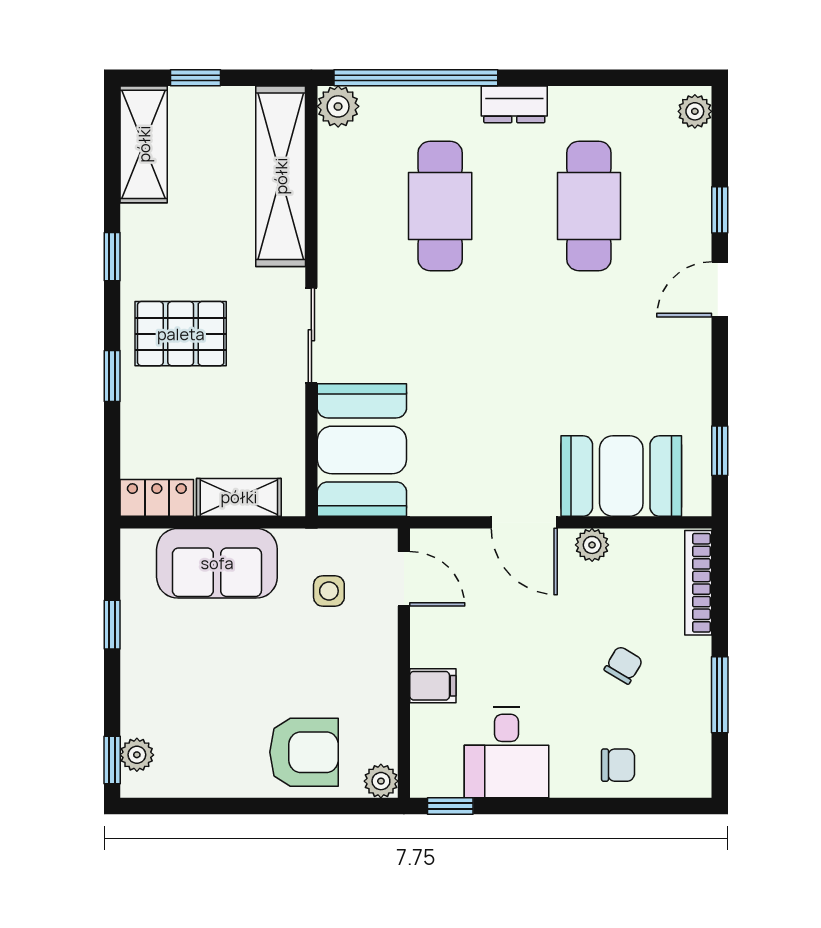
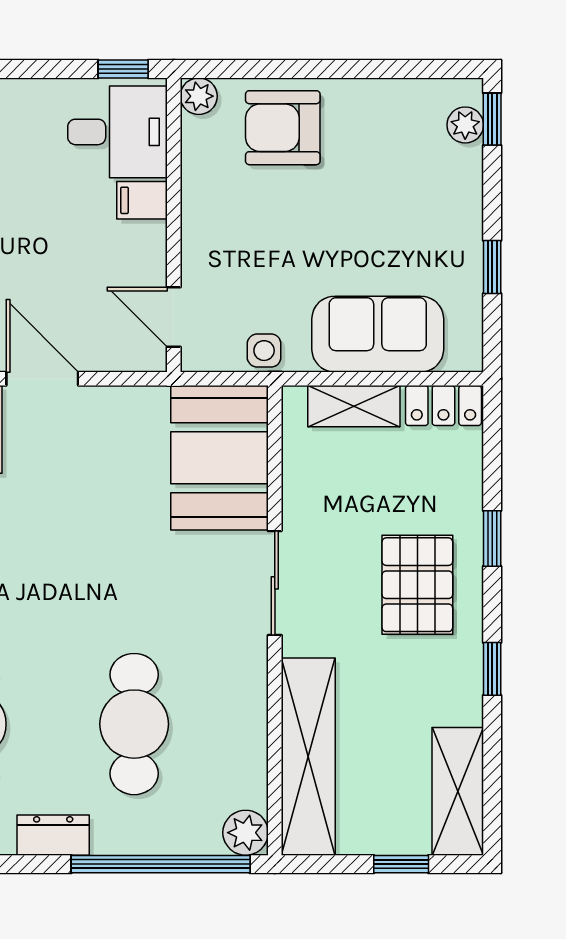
pallet: (181, 334) -> (417, 585), turned 90
side table: (329, 591) -> (264, 351), moved
desk: (506, 752) -> (117, 132), moved, turned 90

